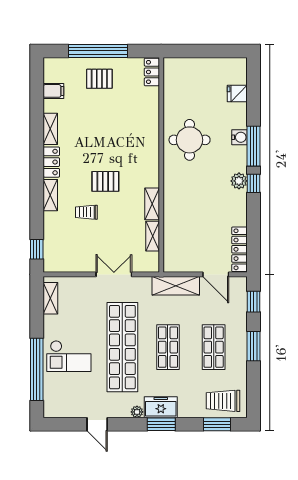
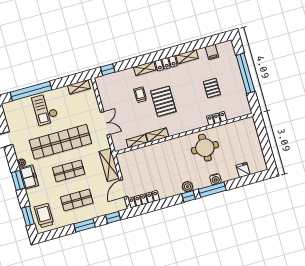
locker: (152, 72) -> (217, 118), moved
pallet: (99, 79) -> (212, 88), moved
pallet: (105, 181) -> (163, 101), width x1.50, depth x1.42

